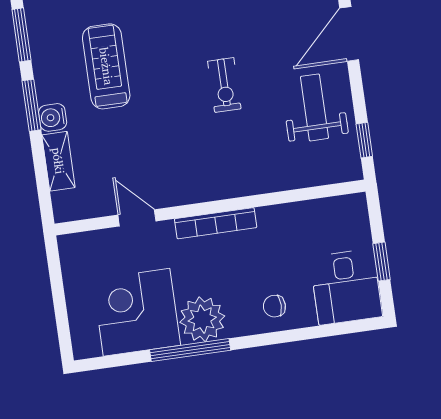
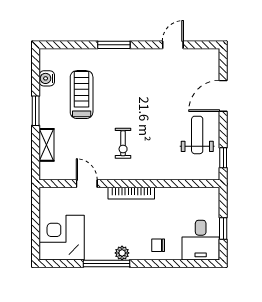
window: (21, 35) -> (36, 70), removed
exercise bike: (224, 85) -> (123, 143), moved
water cooler: (53, 117) -> (47, 78), moved
corner desk: (136, 312) -> (62, 238), moved
plant: (202, 319) -> (122, 253), width x0.53, depth x0.53

